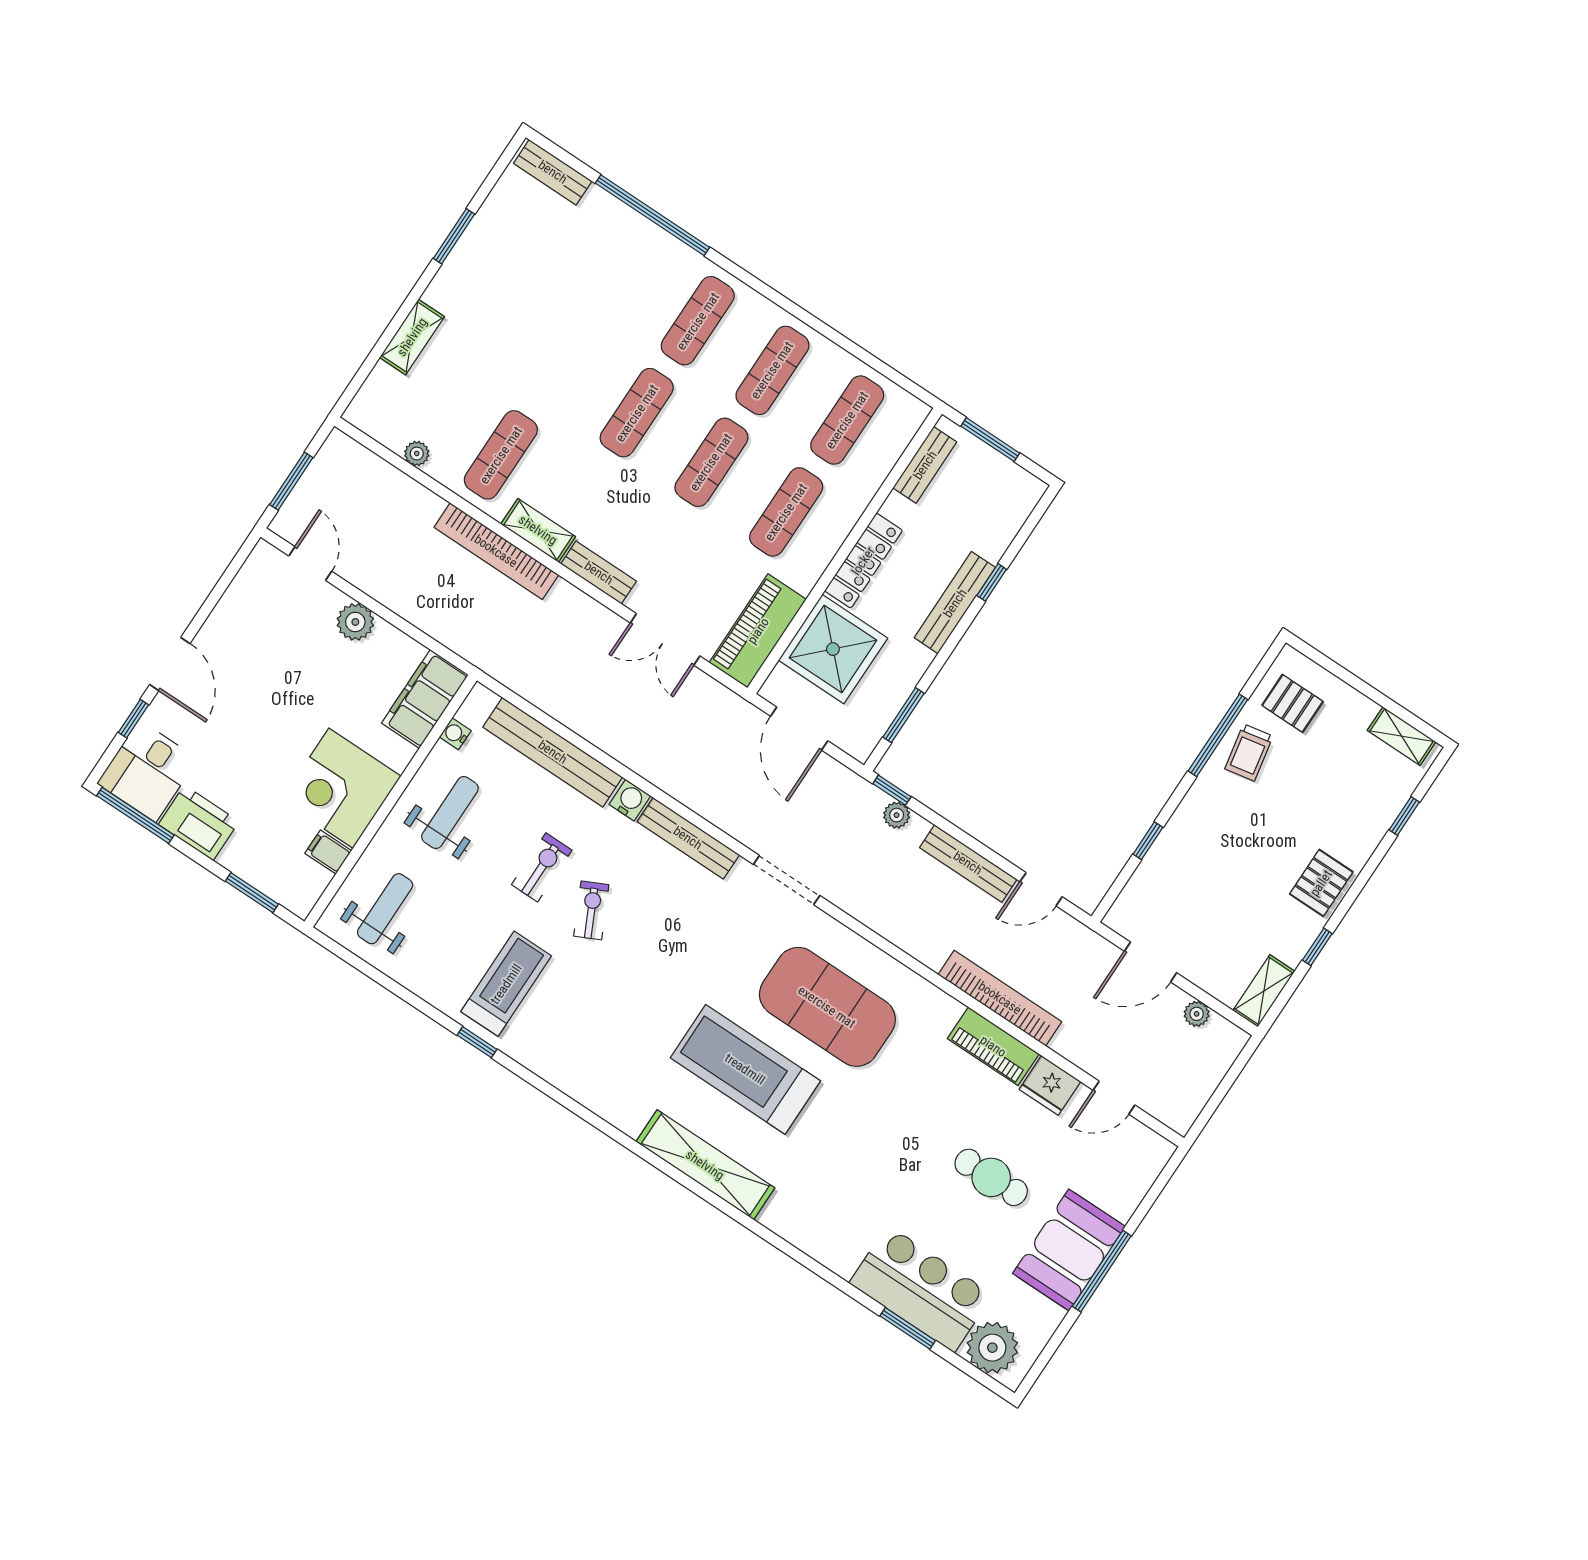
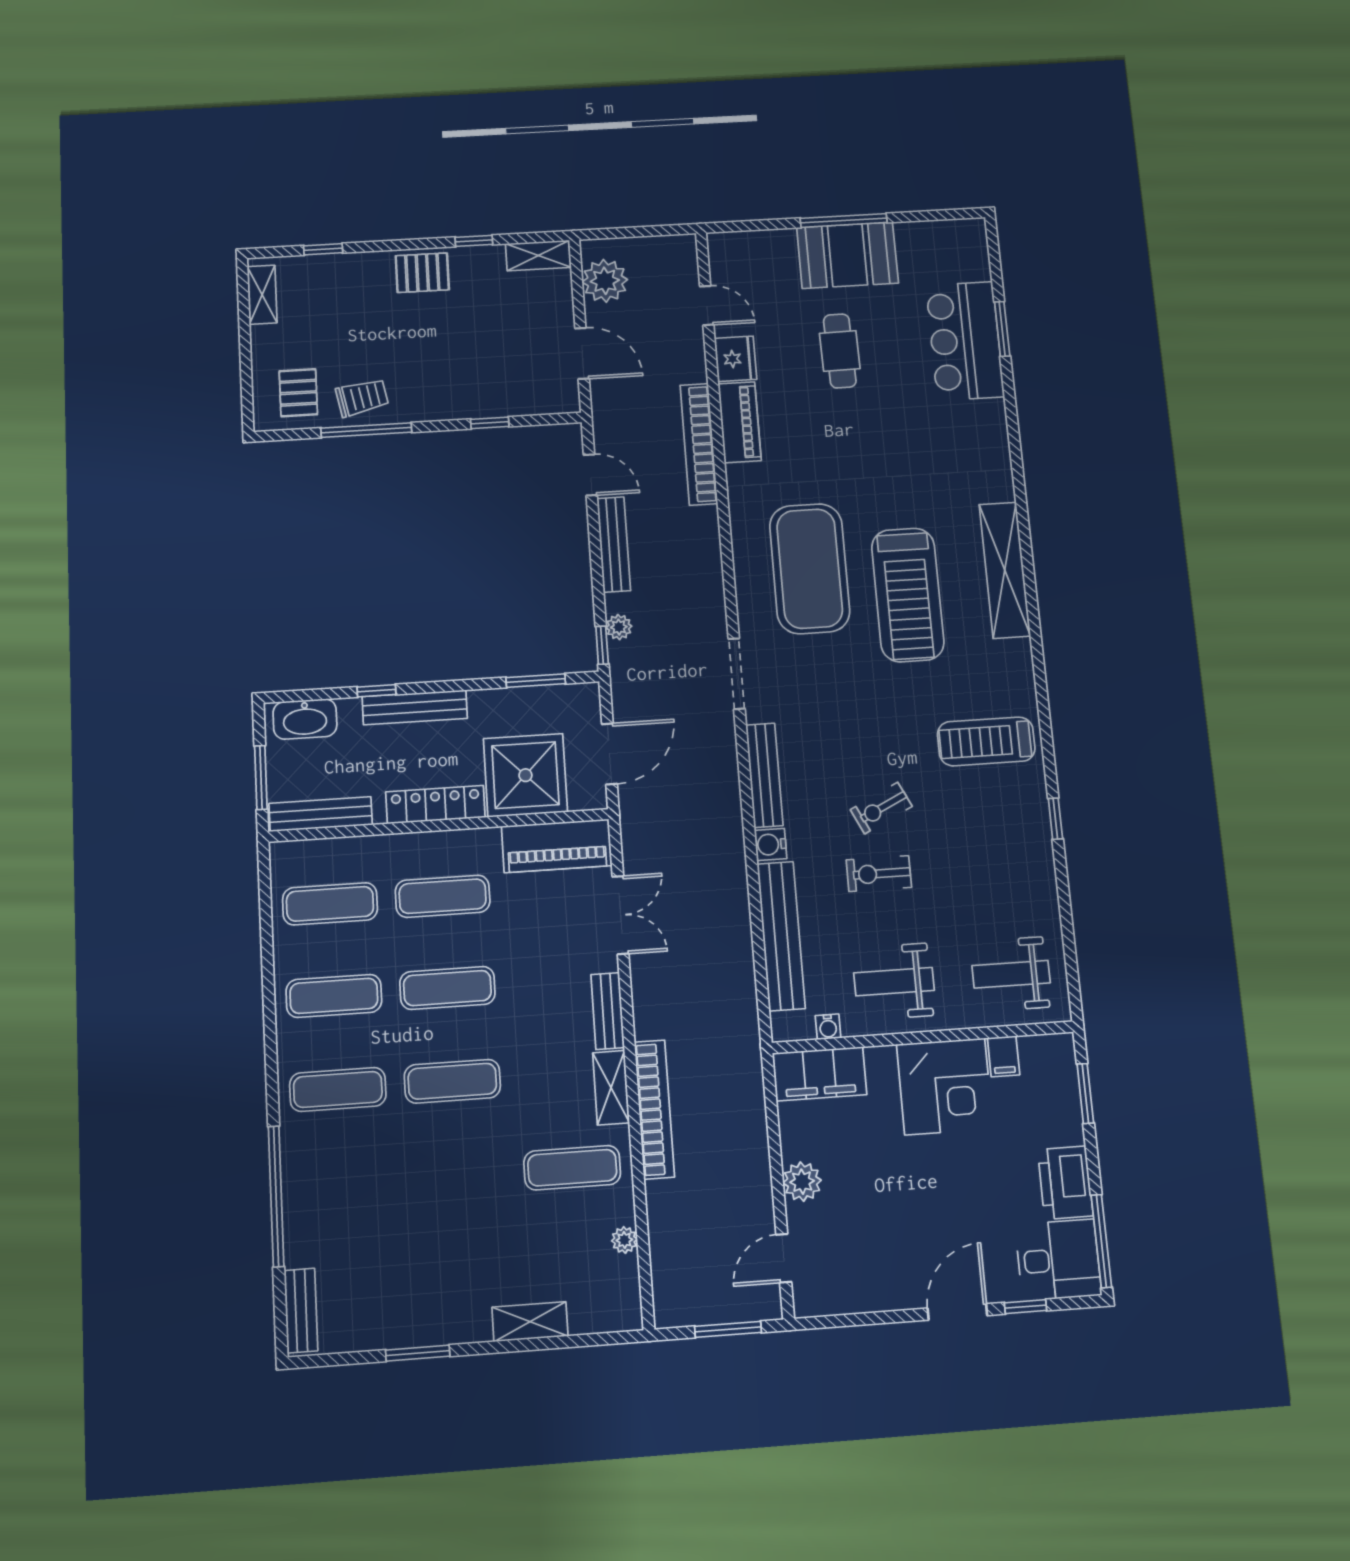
bench: (925, 465) -> (321, 814), width x1.36
washbasin: (1012, 509) -> (305, 719), added
treadmill: (506, 984) -> (986, 741), moved
plant: (1197, 1014) -> (605, 281), width x1.88, depth x1.88
plant: (992, 1348) -> (965, 257), removed

